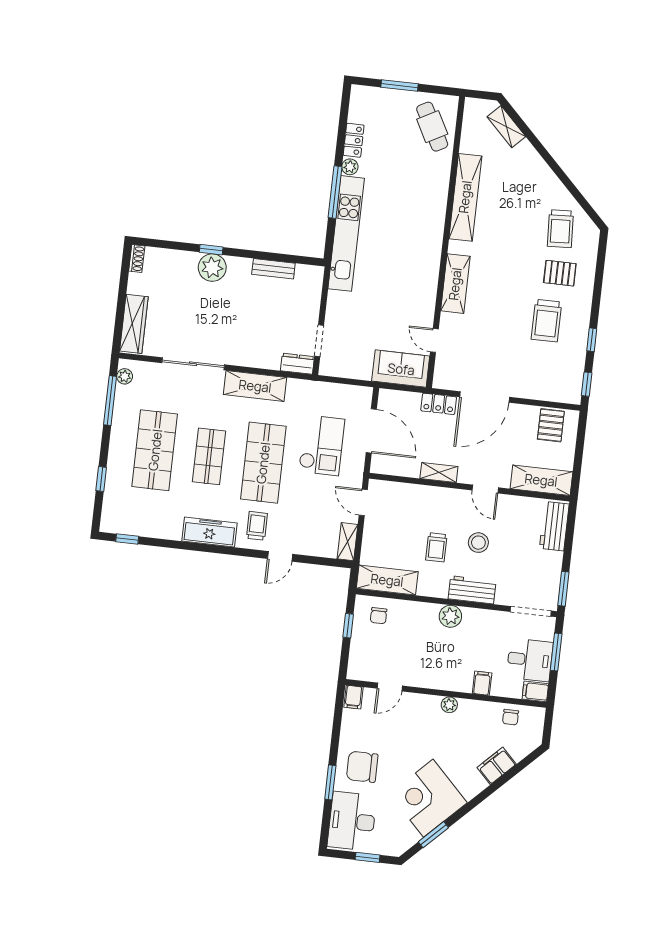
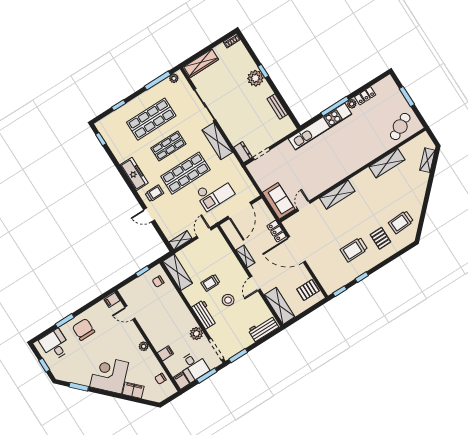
shelving: (465, 197) -> (387, 163), width x0.68
plant: (450, 616) -> (196, 333), moved
corner desk: (428, 798) -> (109, 375), moved
desk: (352, 821) -> (55, 345), width x0.73

